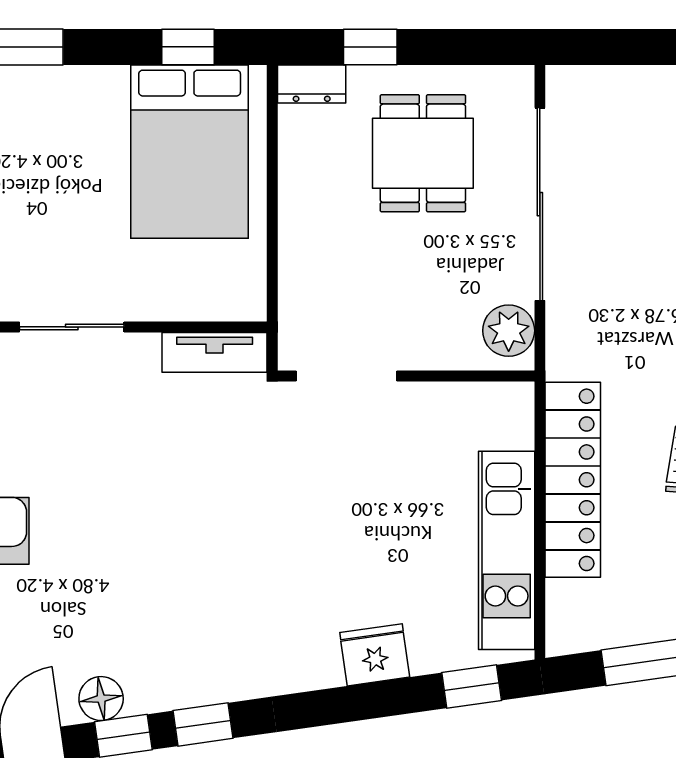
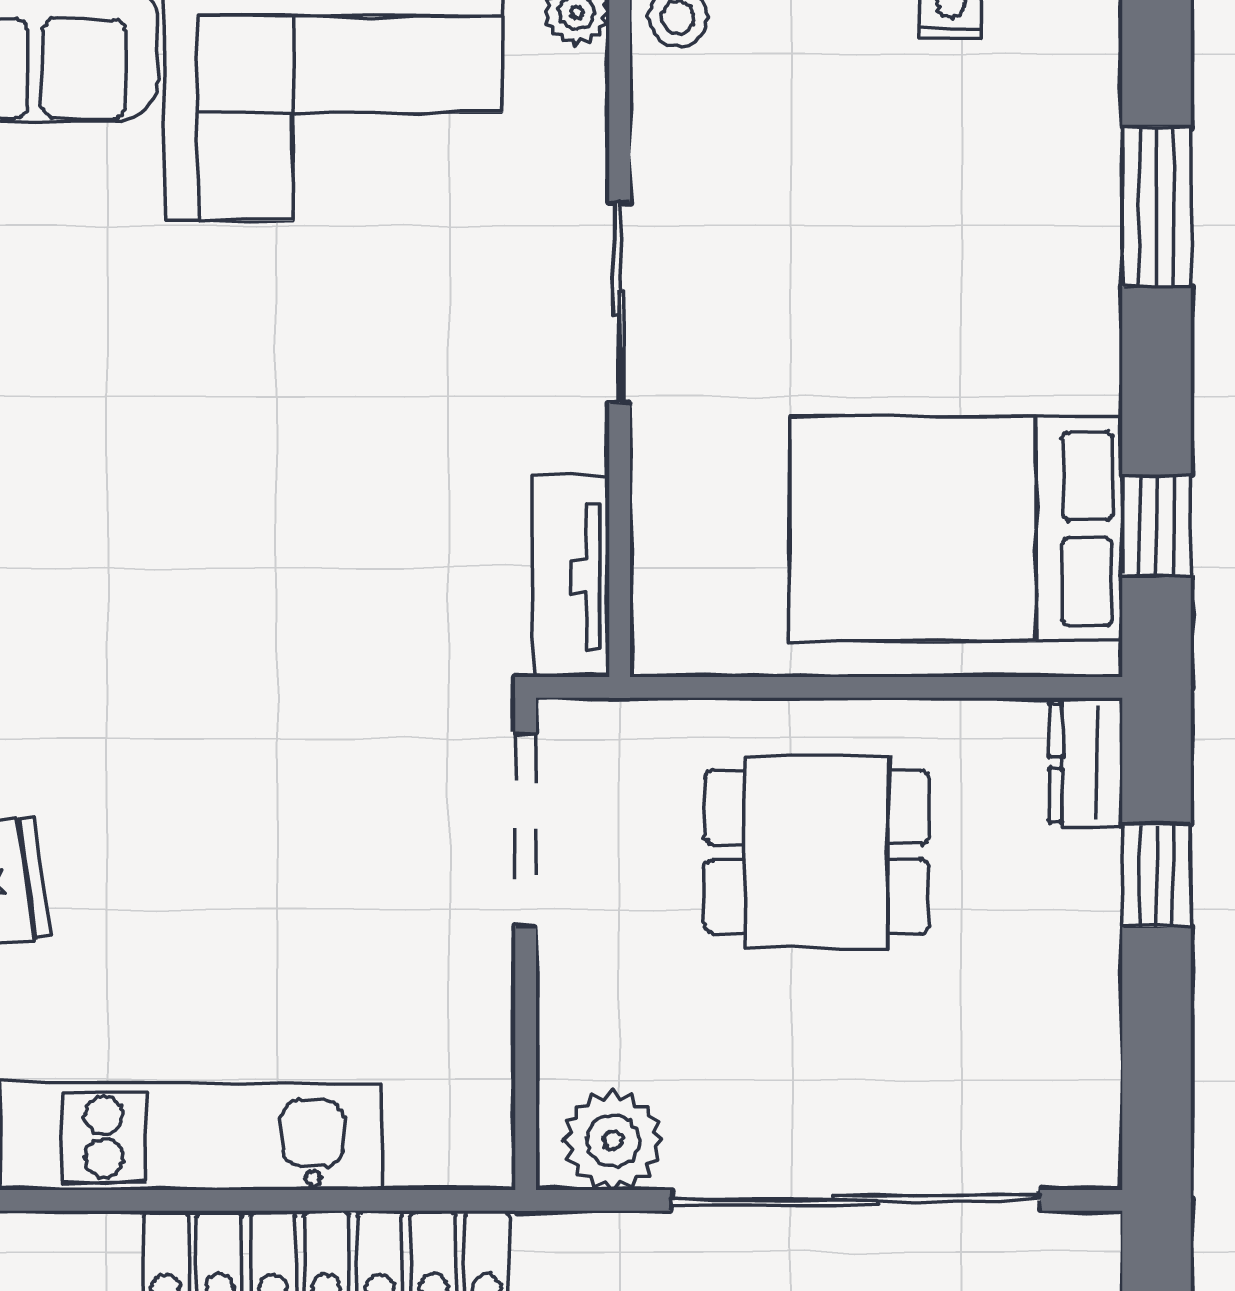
dining table: (423, 153) -> (816, 852), moved

